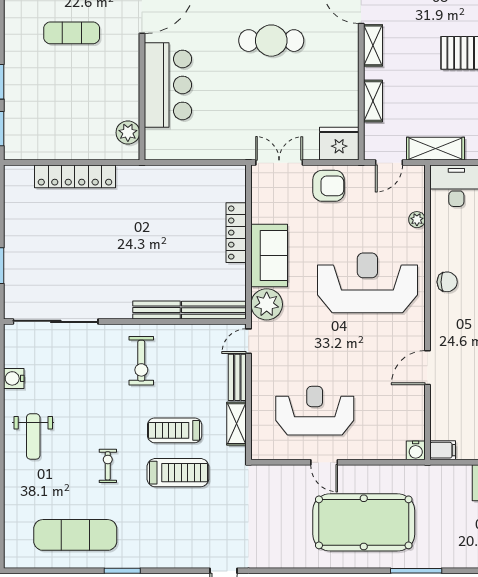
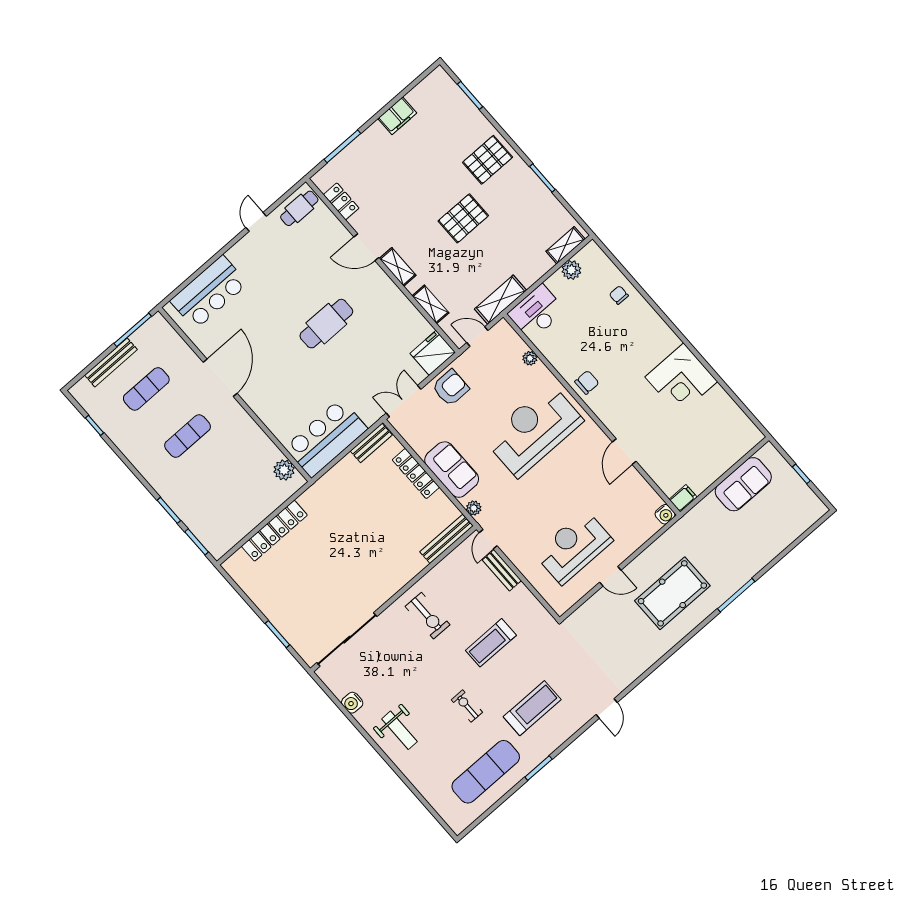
bar counter: (168, 85) -> (326, 438), moved, turned -90
door: (389, 163) -> (477, 336), swing flipped
plant: (267, 304) -> (474, 508), width x0.53, depth x0.53
bench: (156, 310) -> (371, 443), moved
shelving: (237, 424) -> (529, 602), removed
treadmill: (178, 473) -> (532, 708), moved
pool table: (364, 522) -> (672, 593), width x0.73, depth x0.76

